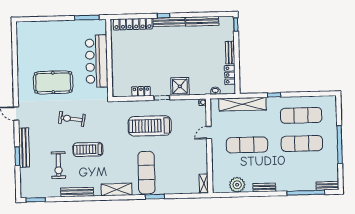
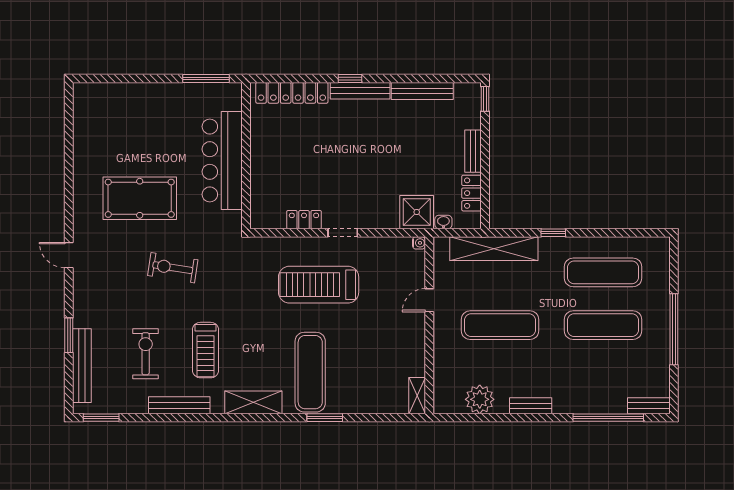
shower: (180, 86) -> (417, 212), moved
bench: (24, 148) -> (82, 366), moved
treadmill: (88, 149) -> (206, 350), moved, turned -90
exercise bike: (58, 165) -> (146, 354), turned 180

